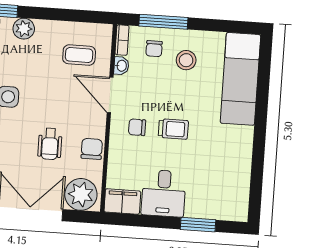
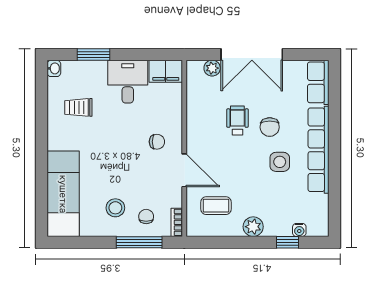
plant: (24, 29) -> (253, 227), moved
washbasin: (121, 66) -> (54, 68), moved, turned 180
trolley: (173, 129) -> (78, 107), moved
chair: (92, 149) -> (270, 127), moved
plant: (81, 194) -> (212, 68), width x0.53, depth x0.53

